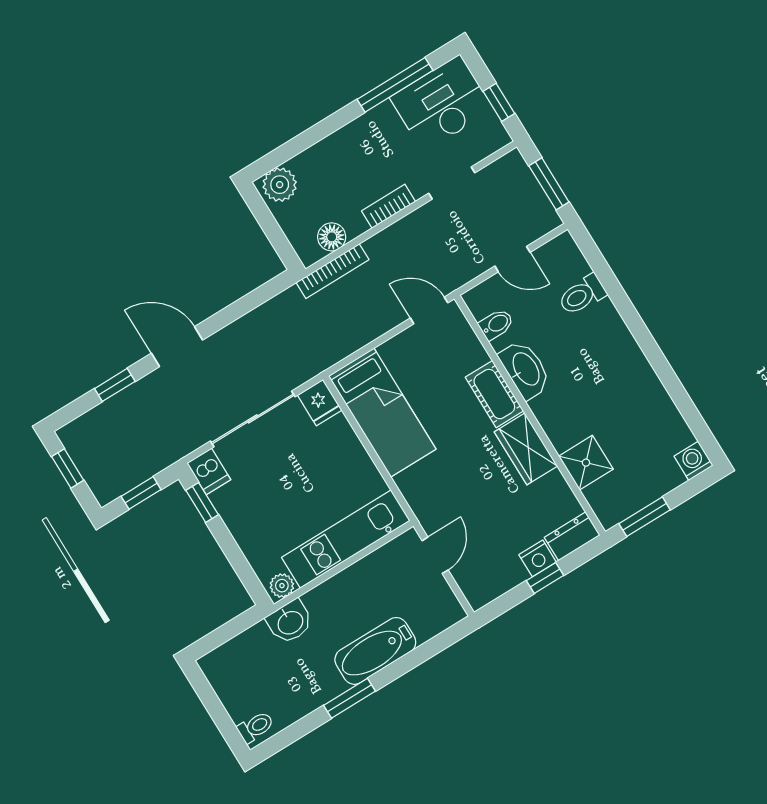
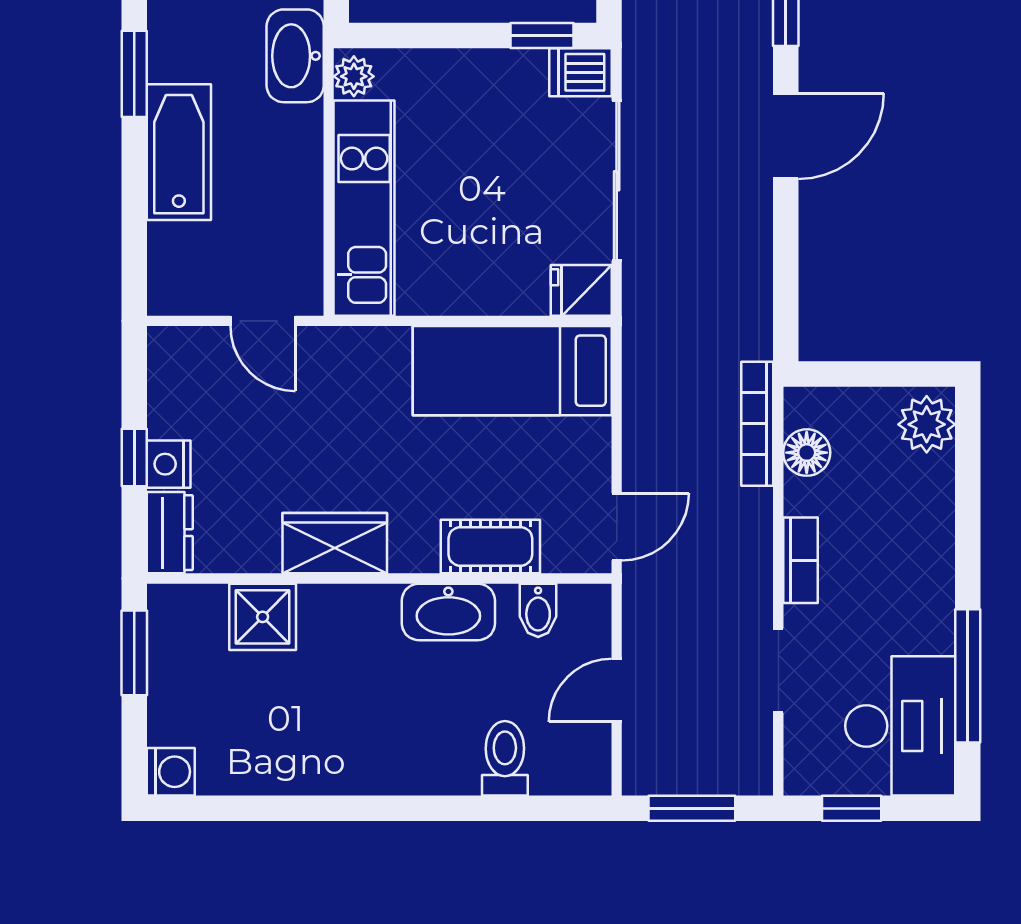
cot: (494, 394) -> (490, 546), moved
washbasin: (290, 622) -> (295, 56), width x1.38

